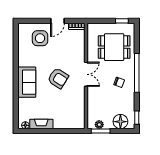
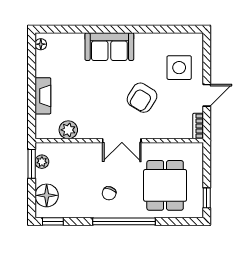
door: (57, 21) -> (207, 95), swing flipped
armchair: (58, 78) -> (142, 98), moved
plant: (79, 108) -> (68, 130), added
fireplace: (41, 124) -> (43, 96), moved

